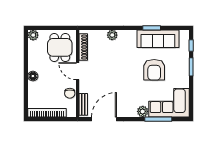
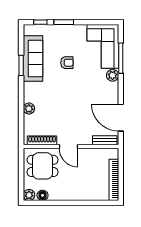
armchair: (154, 70) -> (67, 63), width x0.53, depth x0.53
door: (78, 71) -> (68, 147), hinge flipped
floor lamp: (33, 76) -> (43, 195), moved
chair: (70, 93) -> (93, 155), removed

